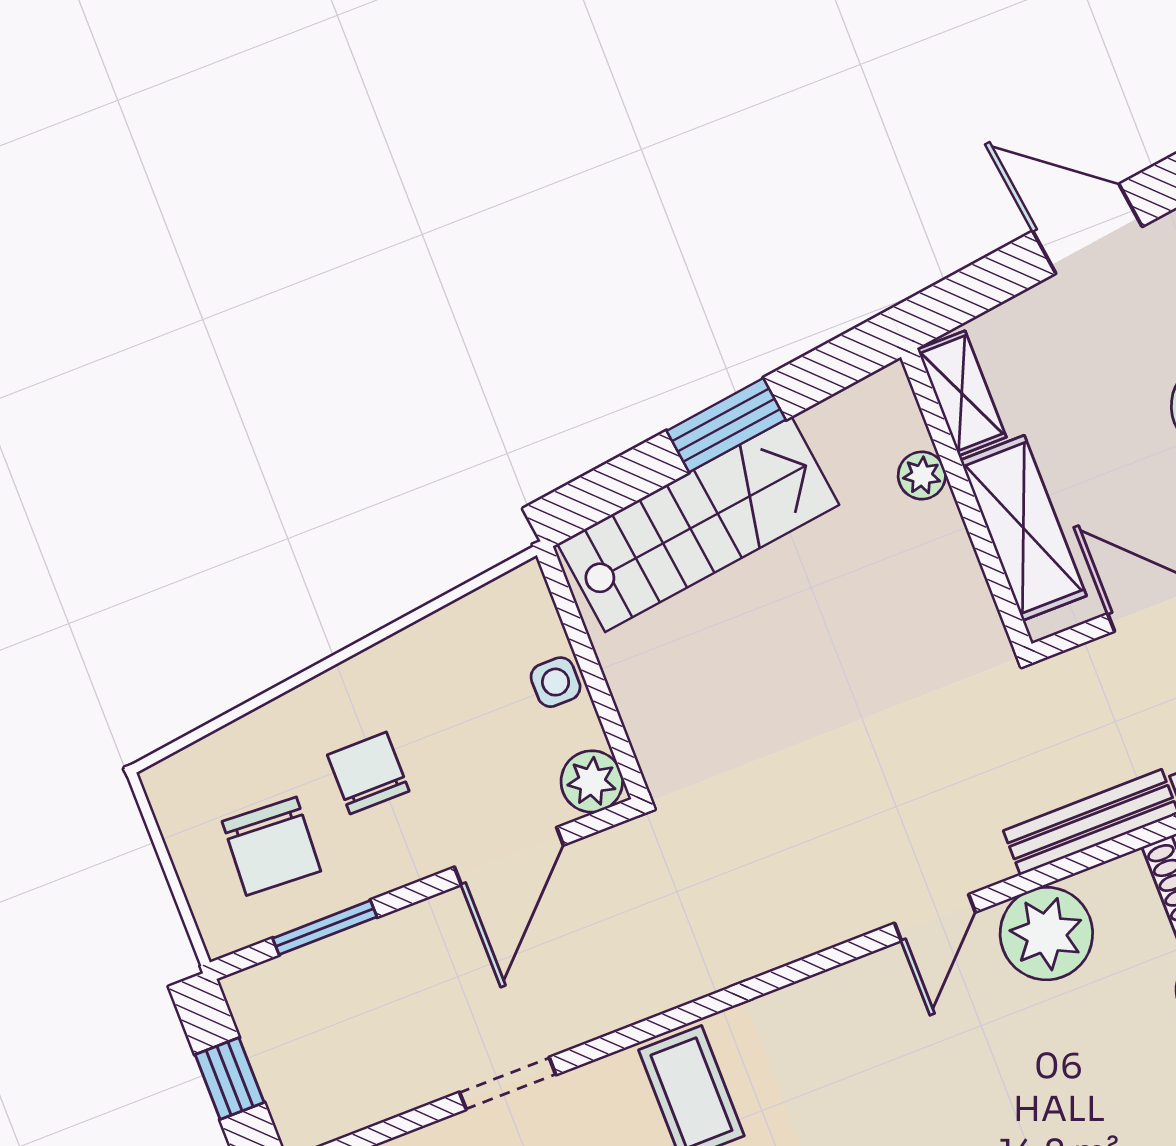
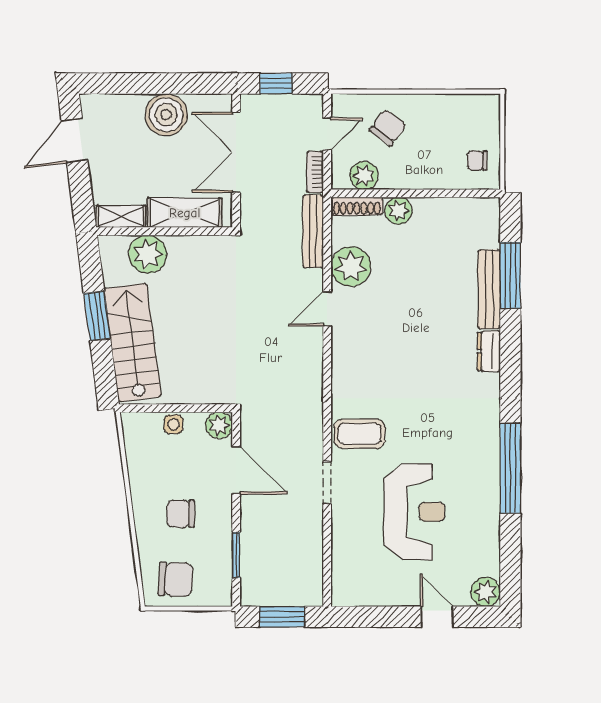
plant: (922, 475) -> (148, 254), width x1.87, depth x1.87
chair: (271, 846) -> (176, 579), moved
door: (935, 918) -> (327, 309), swing flipped
window: (230, 1078) -> (282, 617), width x1.50
doorway: (508, 1083) -> (327, 483), moved

